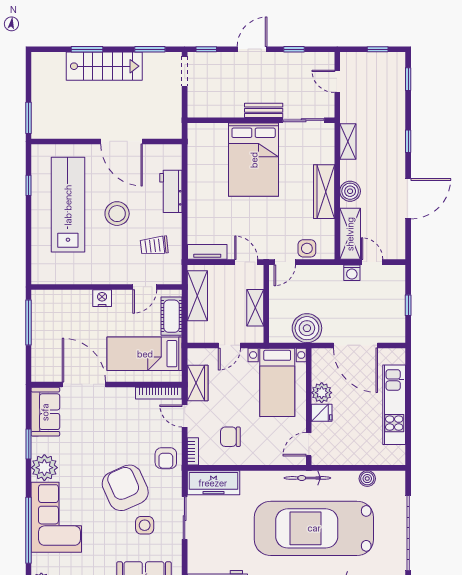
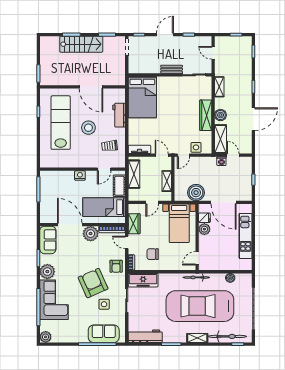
bed: (254, 160) -> (142, 97), moved
plant: (121, 401) -> (91, 234), added
fridge: (322, 413) -> (204, 218), moved

